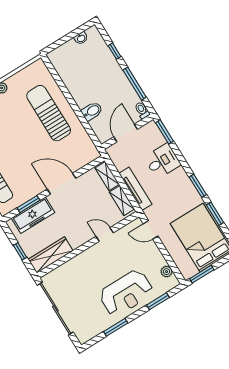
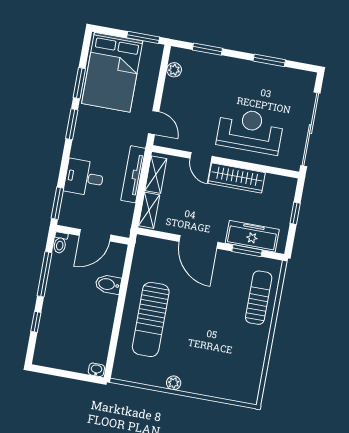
washbasin: (81, 38) -> (96, 370), moved
wardrobe: (51, 255) -> (237, 178), moved
reception desk: (126, 293) -> (250, 131), moved

